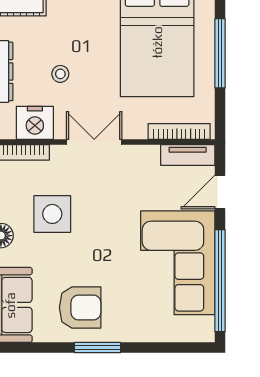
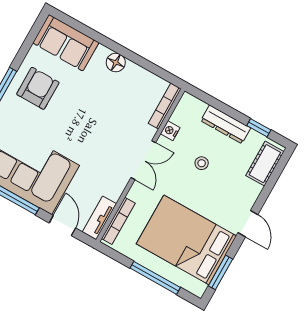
nightstand: (35, 123) -> (170, 131), width x0.53, depth x0.56
side table: (52, 214) -> (111, 105), removed
armchair: (80, 308) -> (38, 88), turned 180

